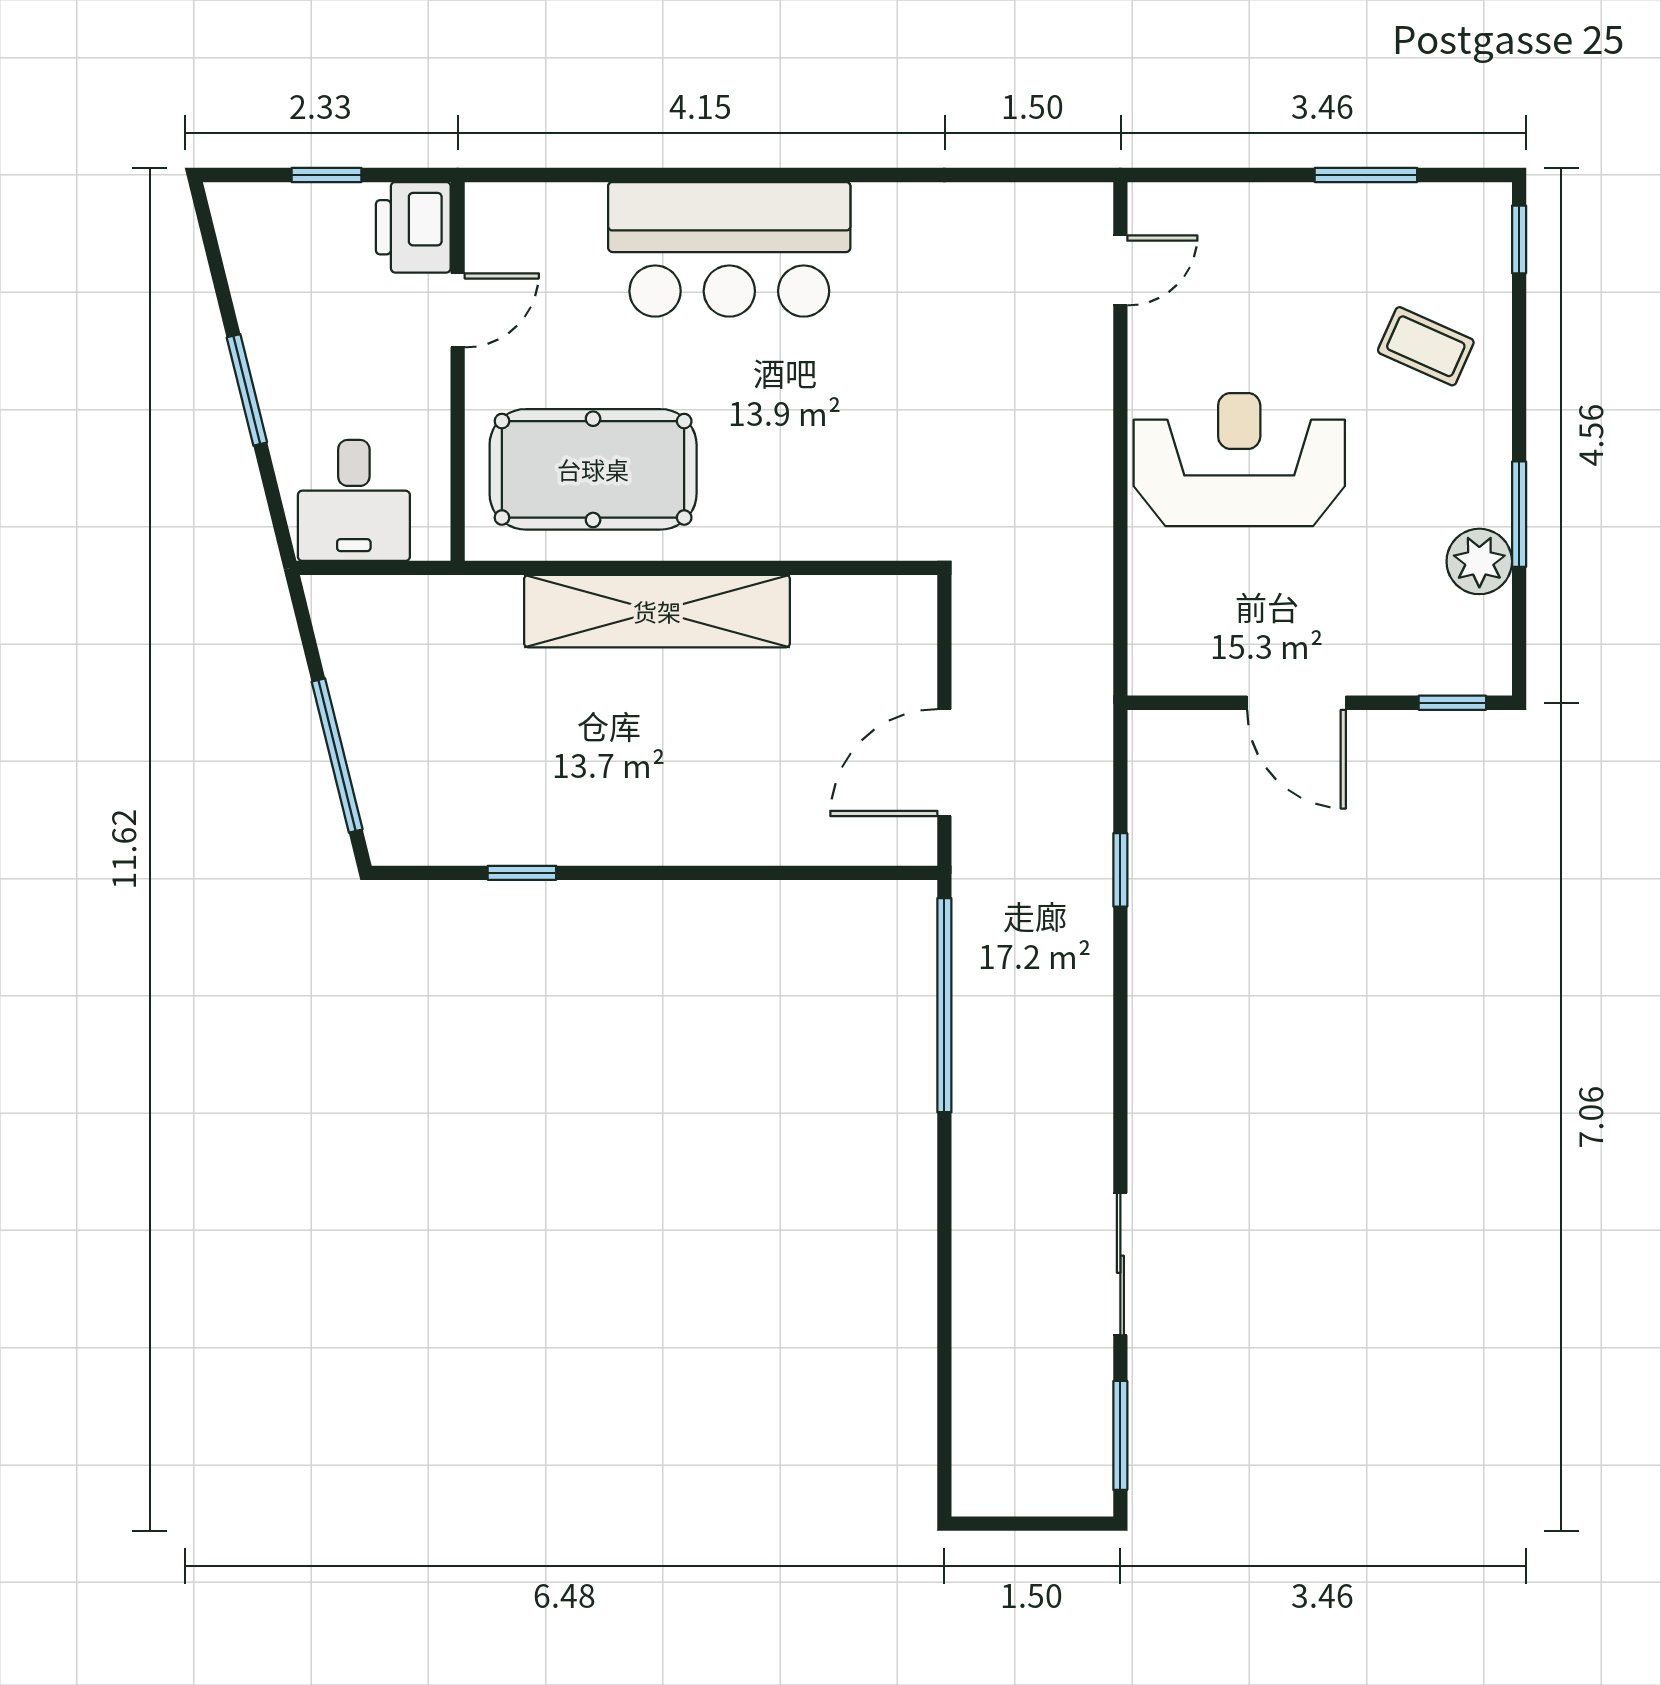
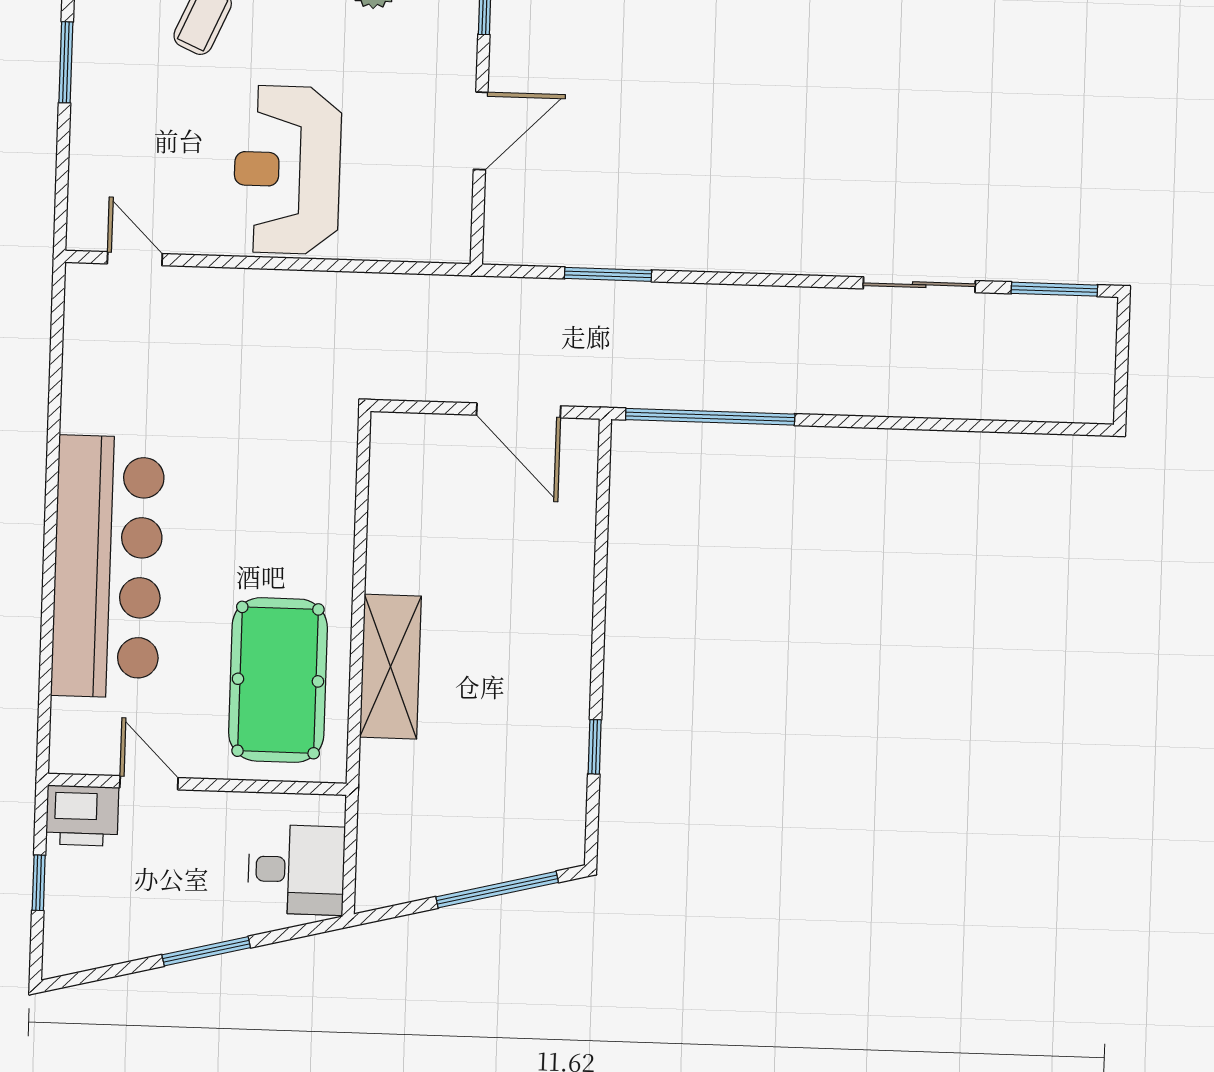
bar counter: (729, 249) -> (108, 567), width x1.36
shelving: (657, 611) -> (390, 667), width x0.68
window: (1120, 870) -> (608, 274), width x1.50

